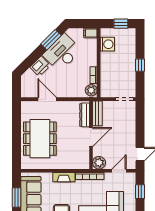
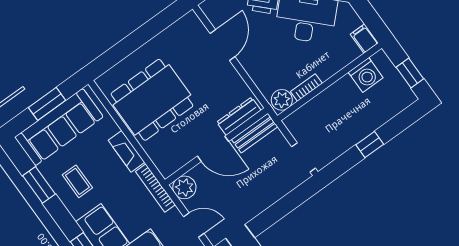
dining table: (40, 139) -> (152, 100), moved

